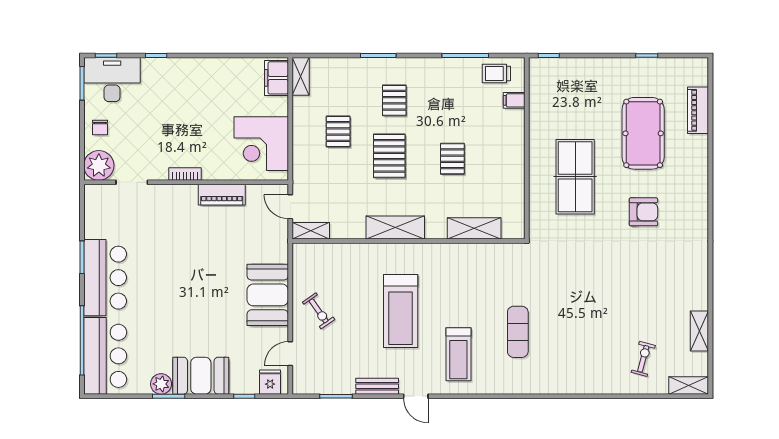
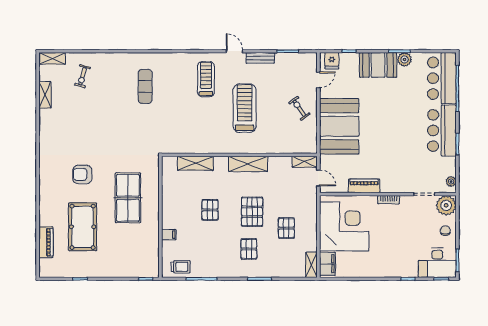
filing cabinet: (514, 100) -> (169, 235), moved
corner desk: (261, 144) -> (344, 226), width x1.36, depth x1.36
plant: (91, 201) -> (451, 181), added
booth: (268, 295) -> (339, 126), width x1.36, depth x1.42
exercise mat: (518, 332) -> (145, 86), moved

